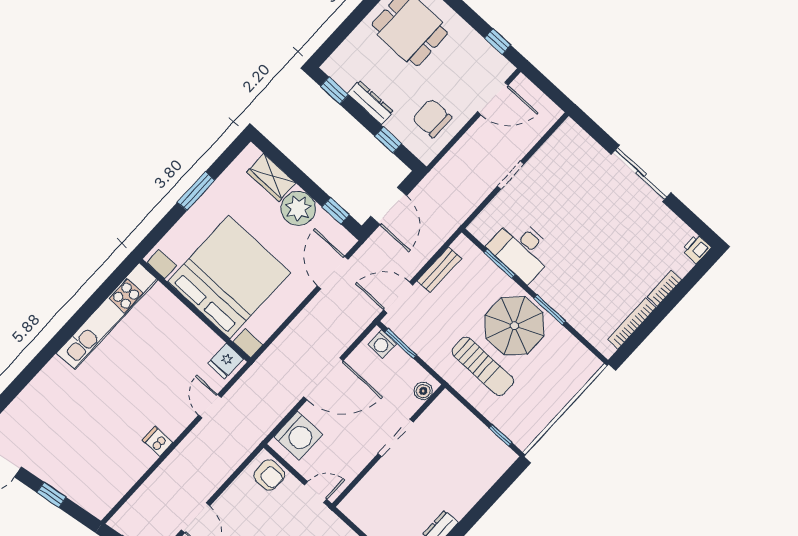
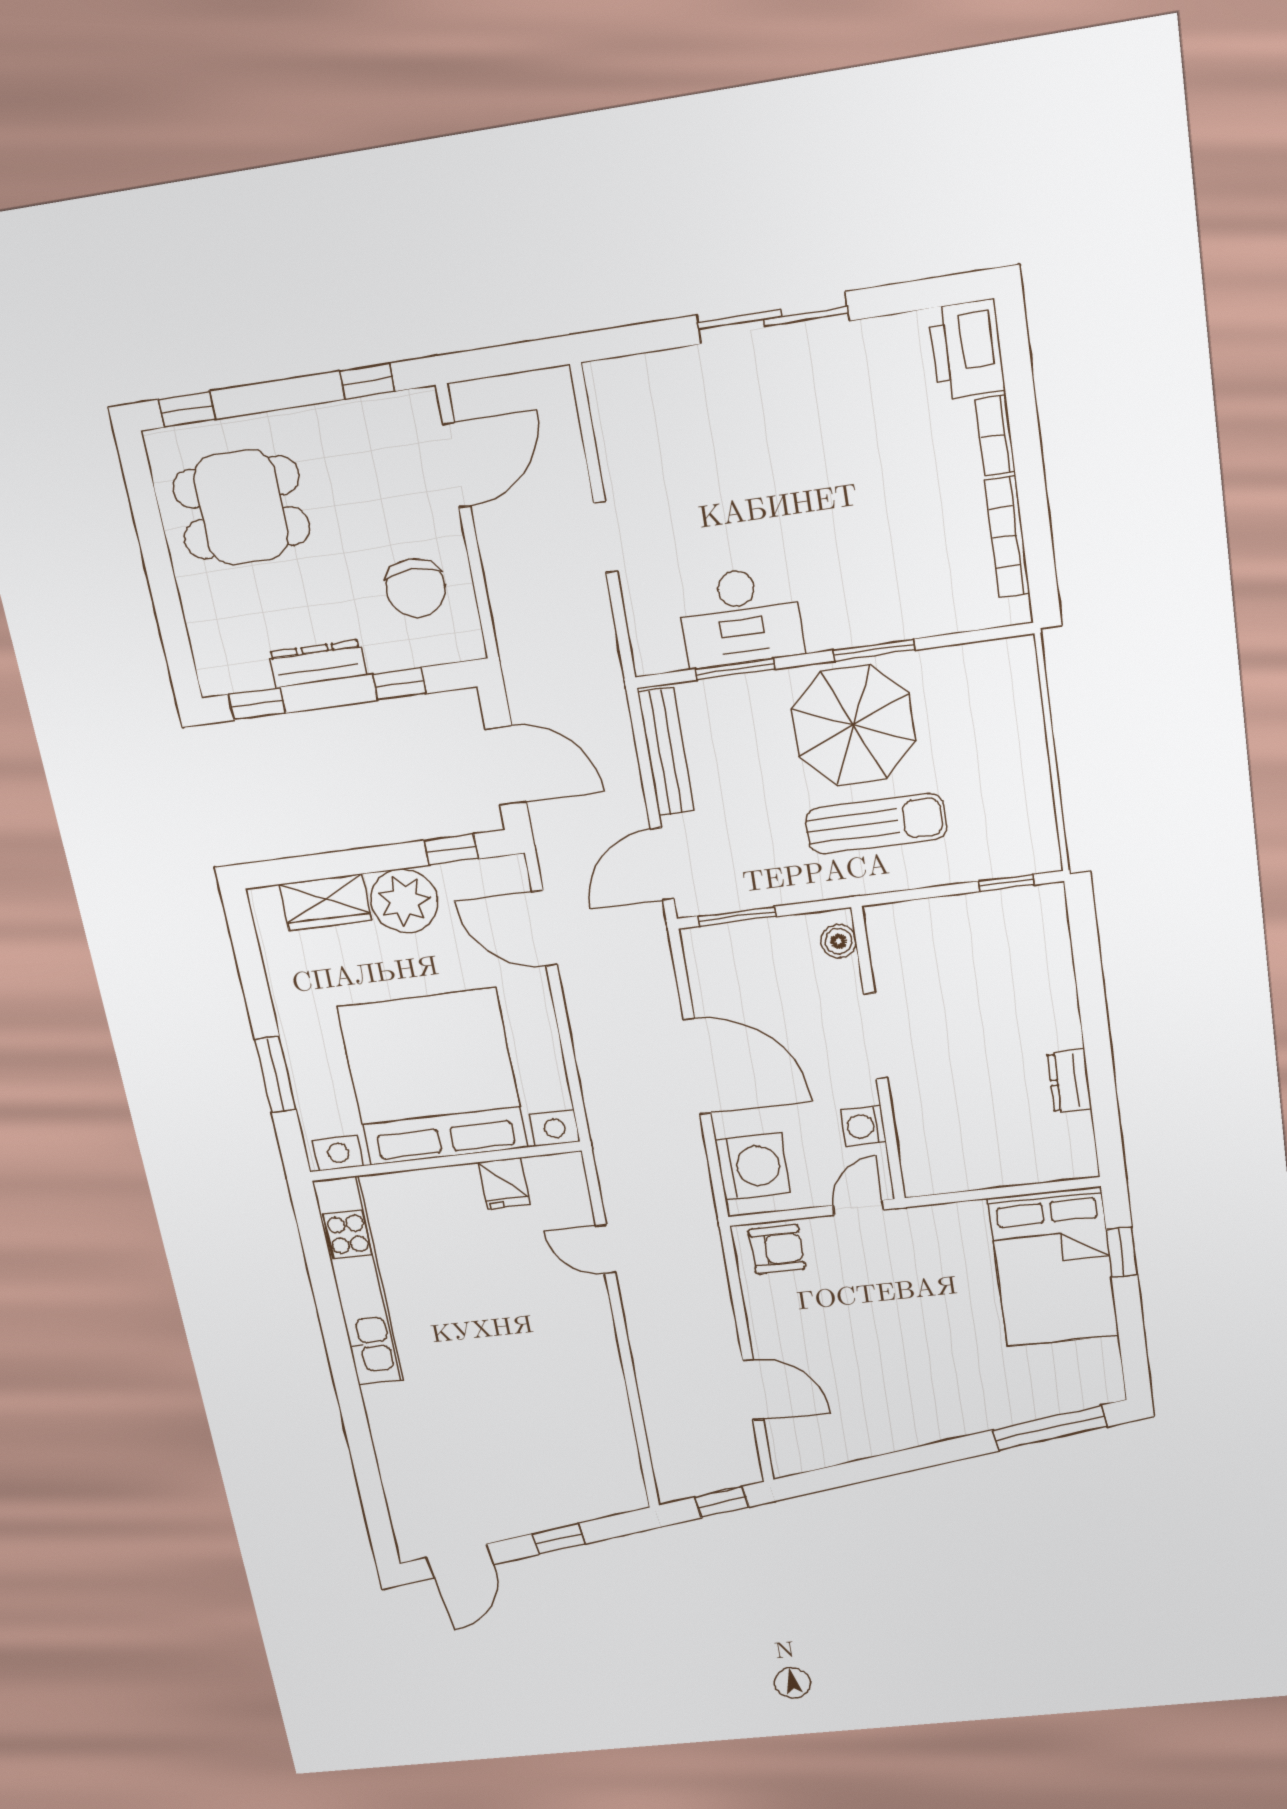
chair: (432, 118) -> (415, 588), turned -90
window: (196, 191) -> (275, 1075), moved
printer: (696, 249) -> (967, 350), width x1.87, depth x1.48
bench: (439, 270) -> (666, 752), width x1.36
washing machine: (382, 344) -> (864, 1126), moved, turned 90
fridge: (226, 361) -> (504, 1184), moved
door: (324, 379) -> (697, 1066), hinge flipped
dishwasher: (157, 441) -> (598, 1354), removed

